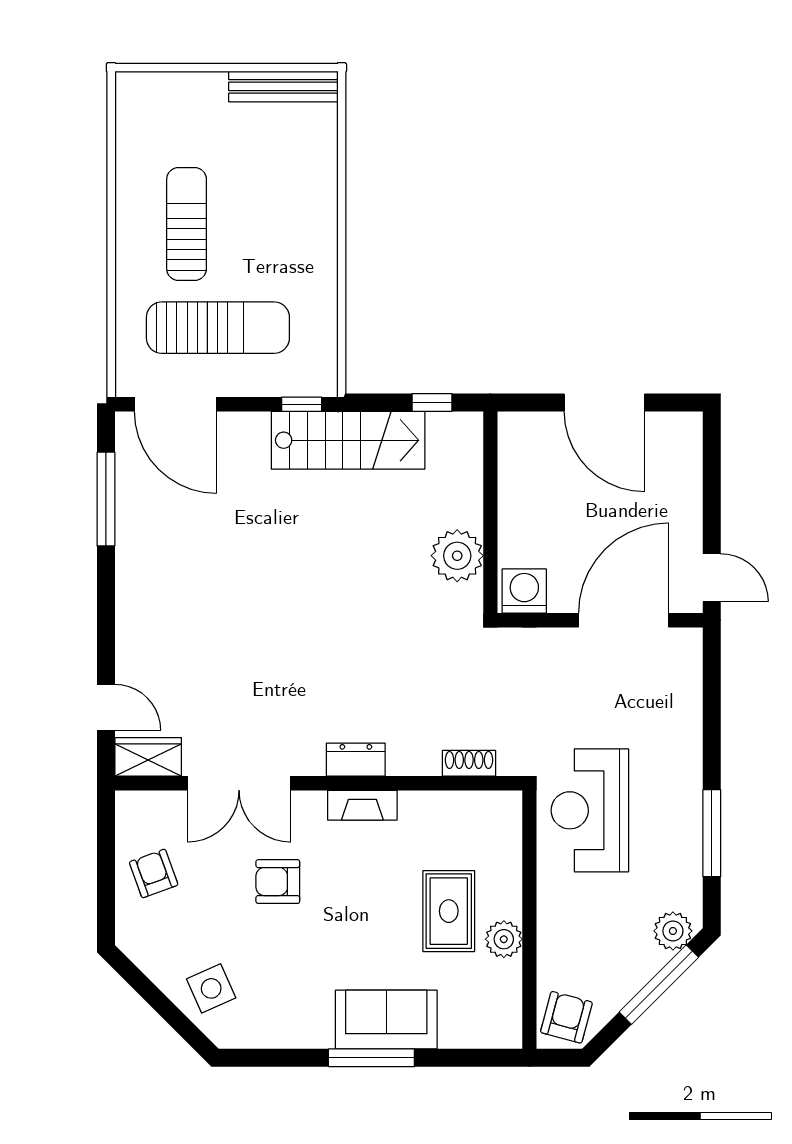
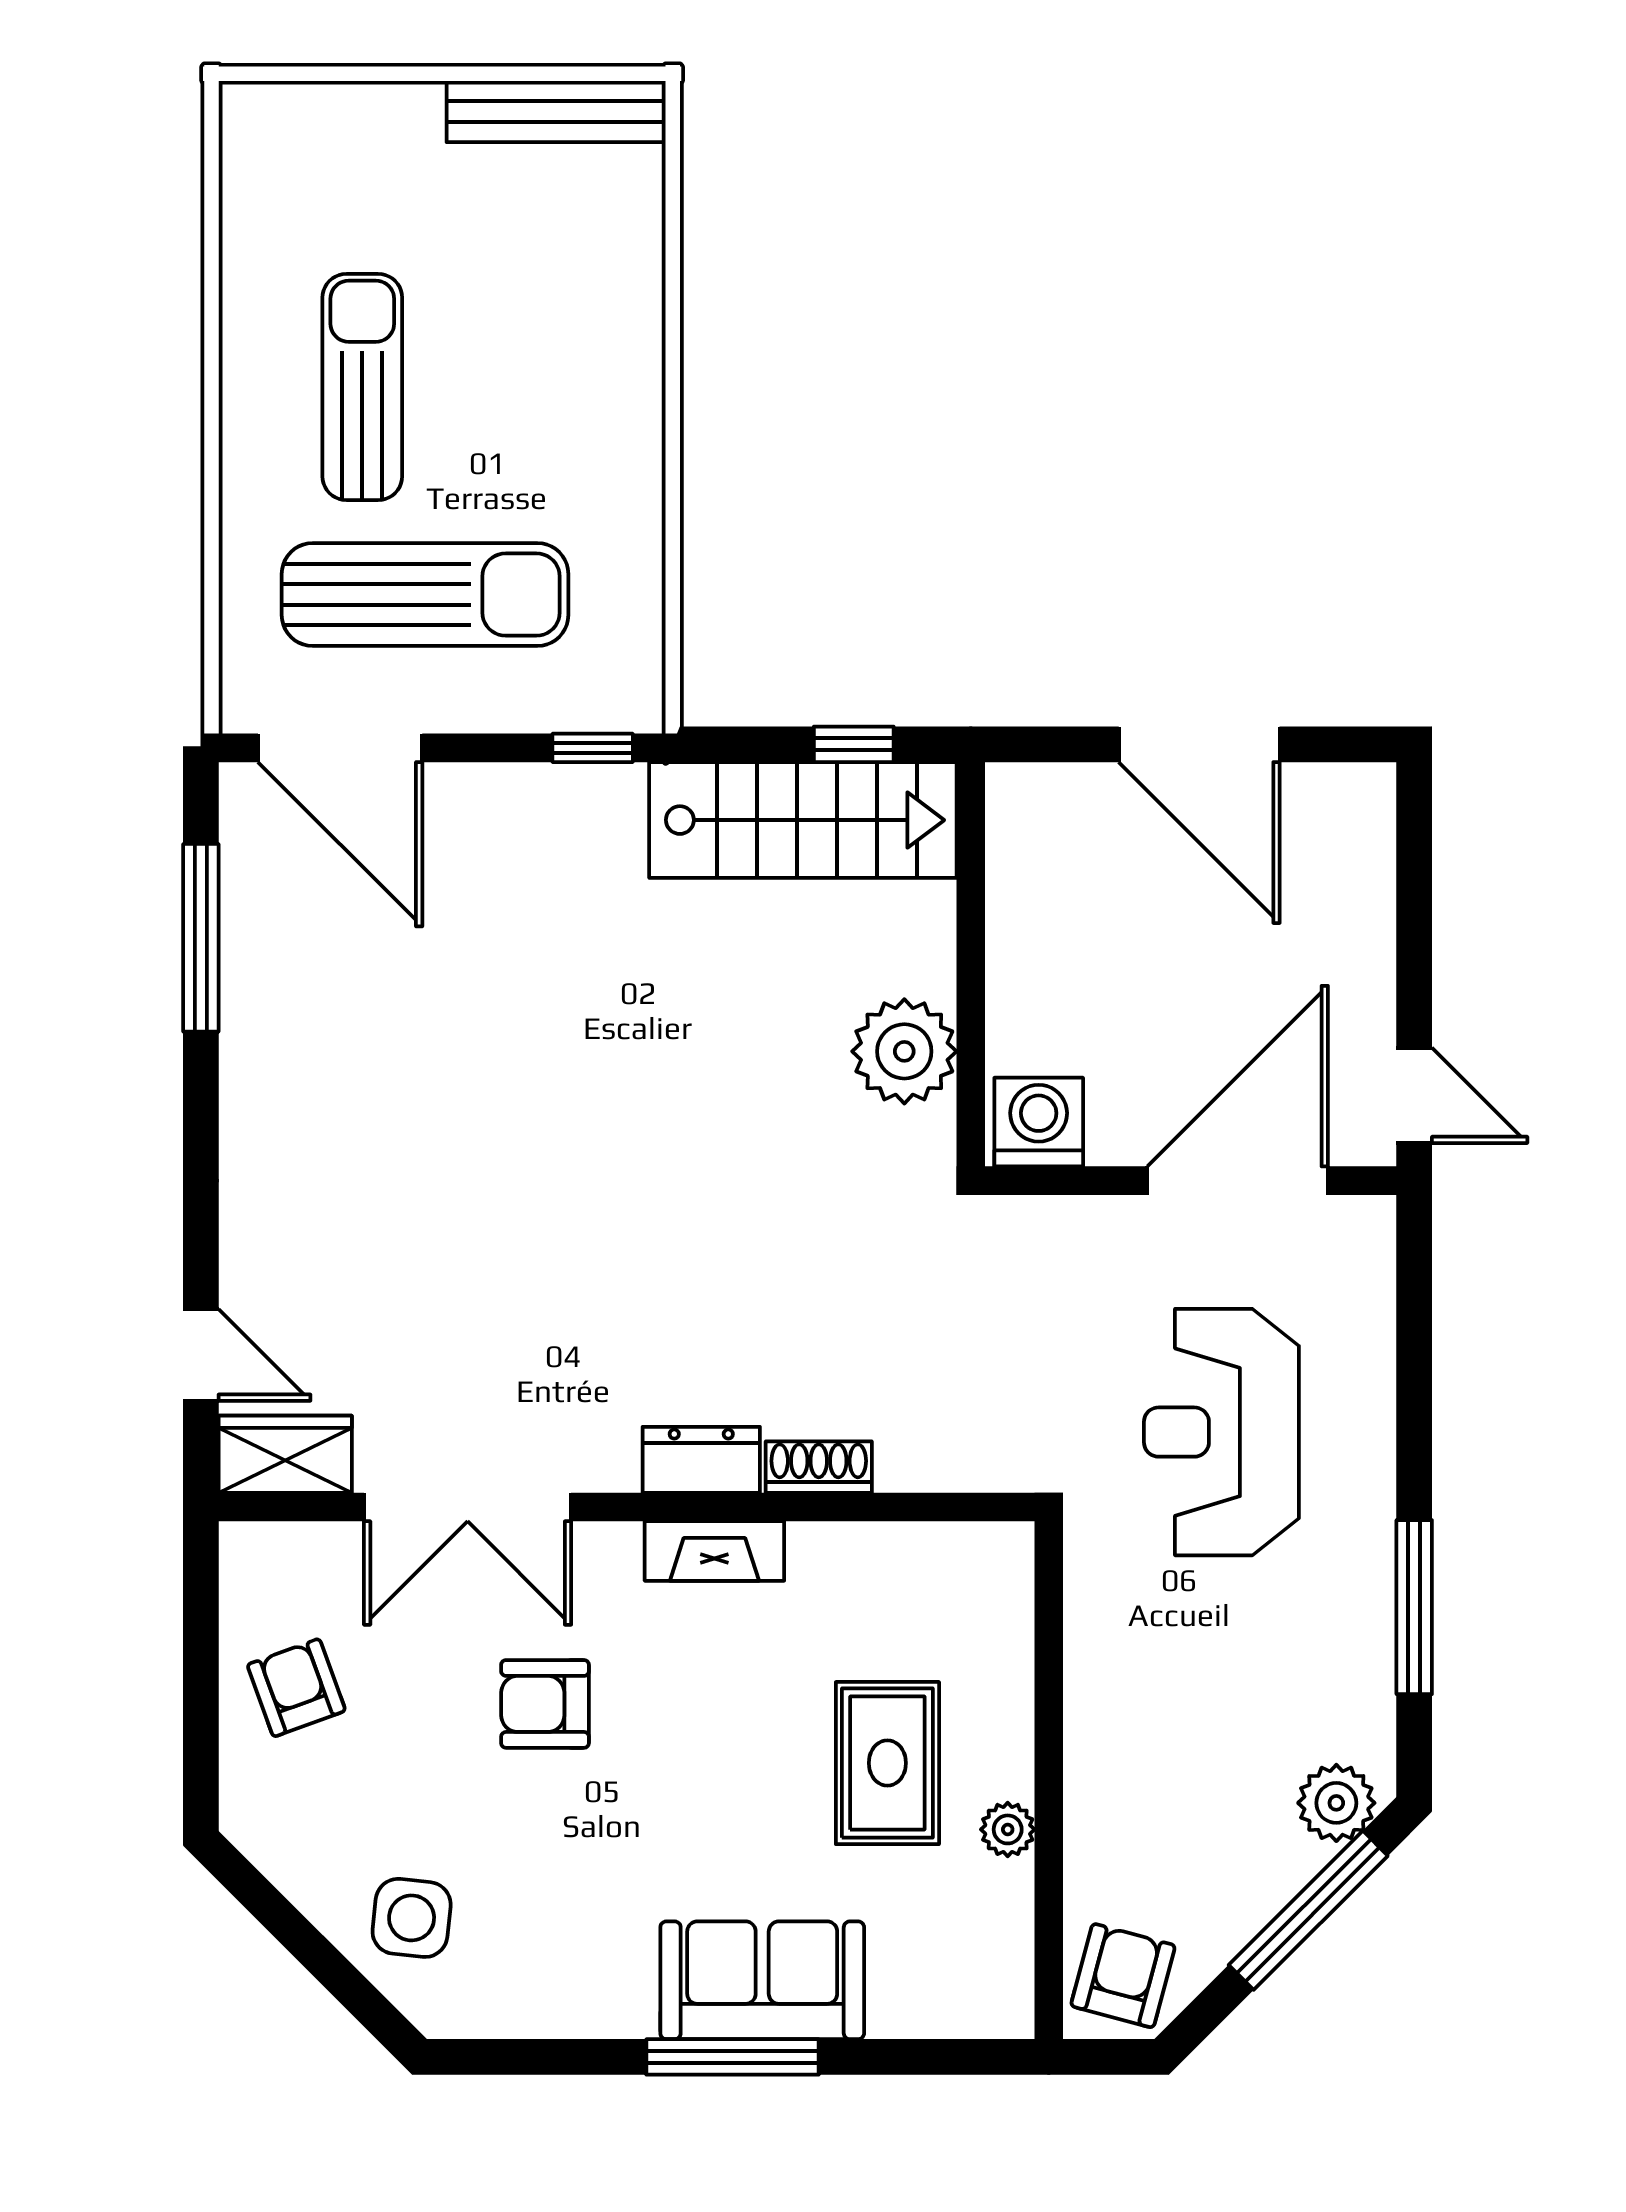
stairs: (348, 440) -> (803, 820), moved
shoe rack: (469, 763) -> (819, 1467), moved
reception desk: (590, 810) -> (1221, 1432), moved
plant: (504, 939) -> (1008, 1829), width x0.73, depth x0.73
side table: (211, 988) -> (412, 1918), turned 30

